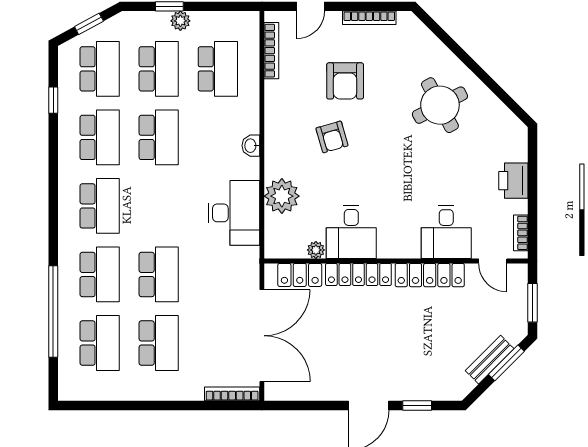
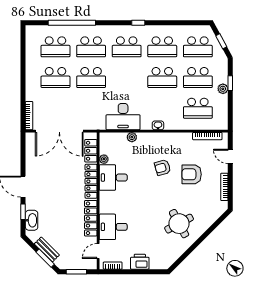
window: (53, 100) -> (138, 23), moved
plant: (282, 196) -> (132, 137), width x0.53, depth x0.53
washbasin: (434, 389) -> (32, 220), added

